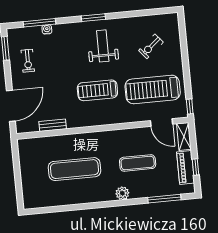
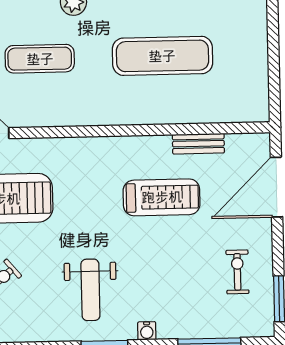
water cooler: (47, 29) -> (147, 331), moved
treadmill: (97, 90) -> (162, 197), moved

